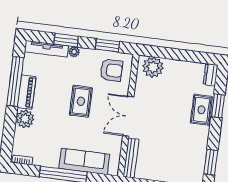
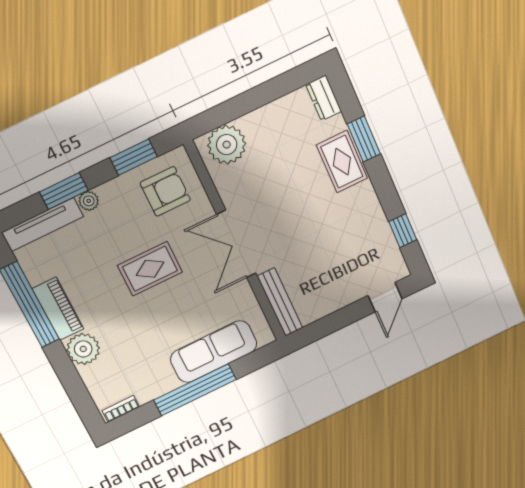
rug: (81, 101) -> (150, 269), turned 90
window: (211, 162) -> (403, 231), width x0.67

